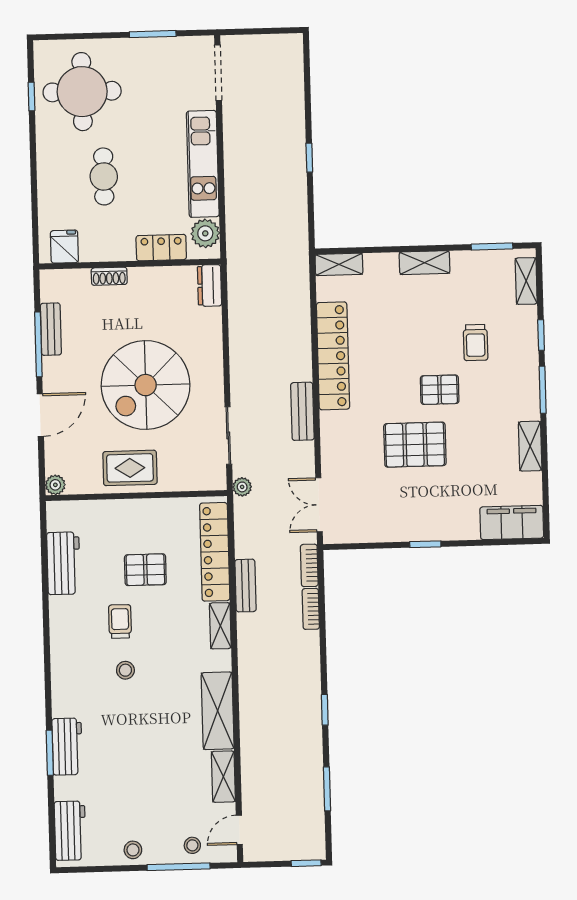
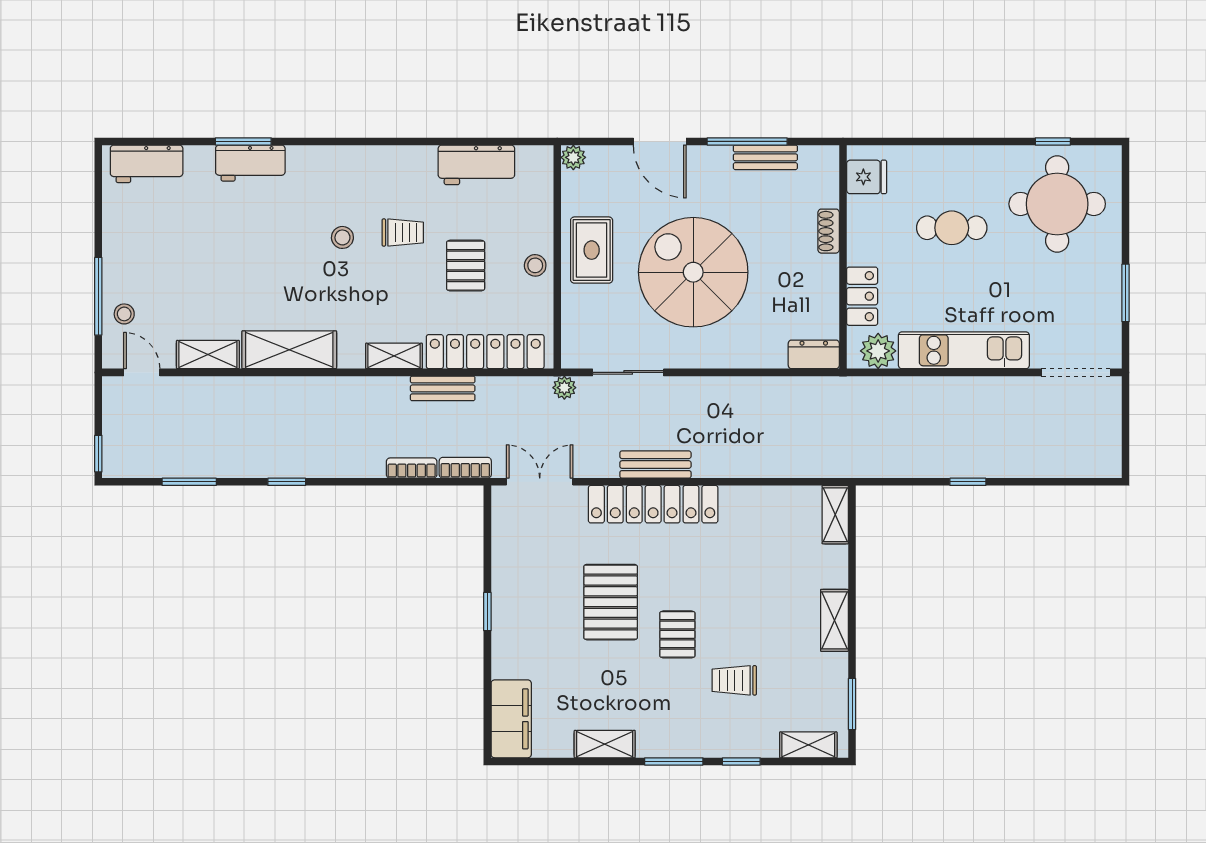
locker: (333, 356) -> (653, 504), moved
stool: (133, 850) -> (535, 265), moved

